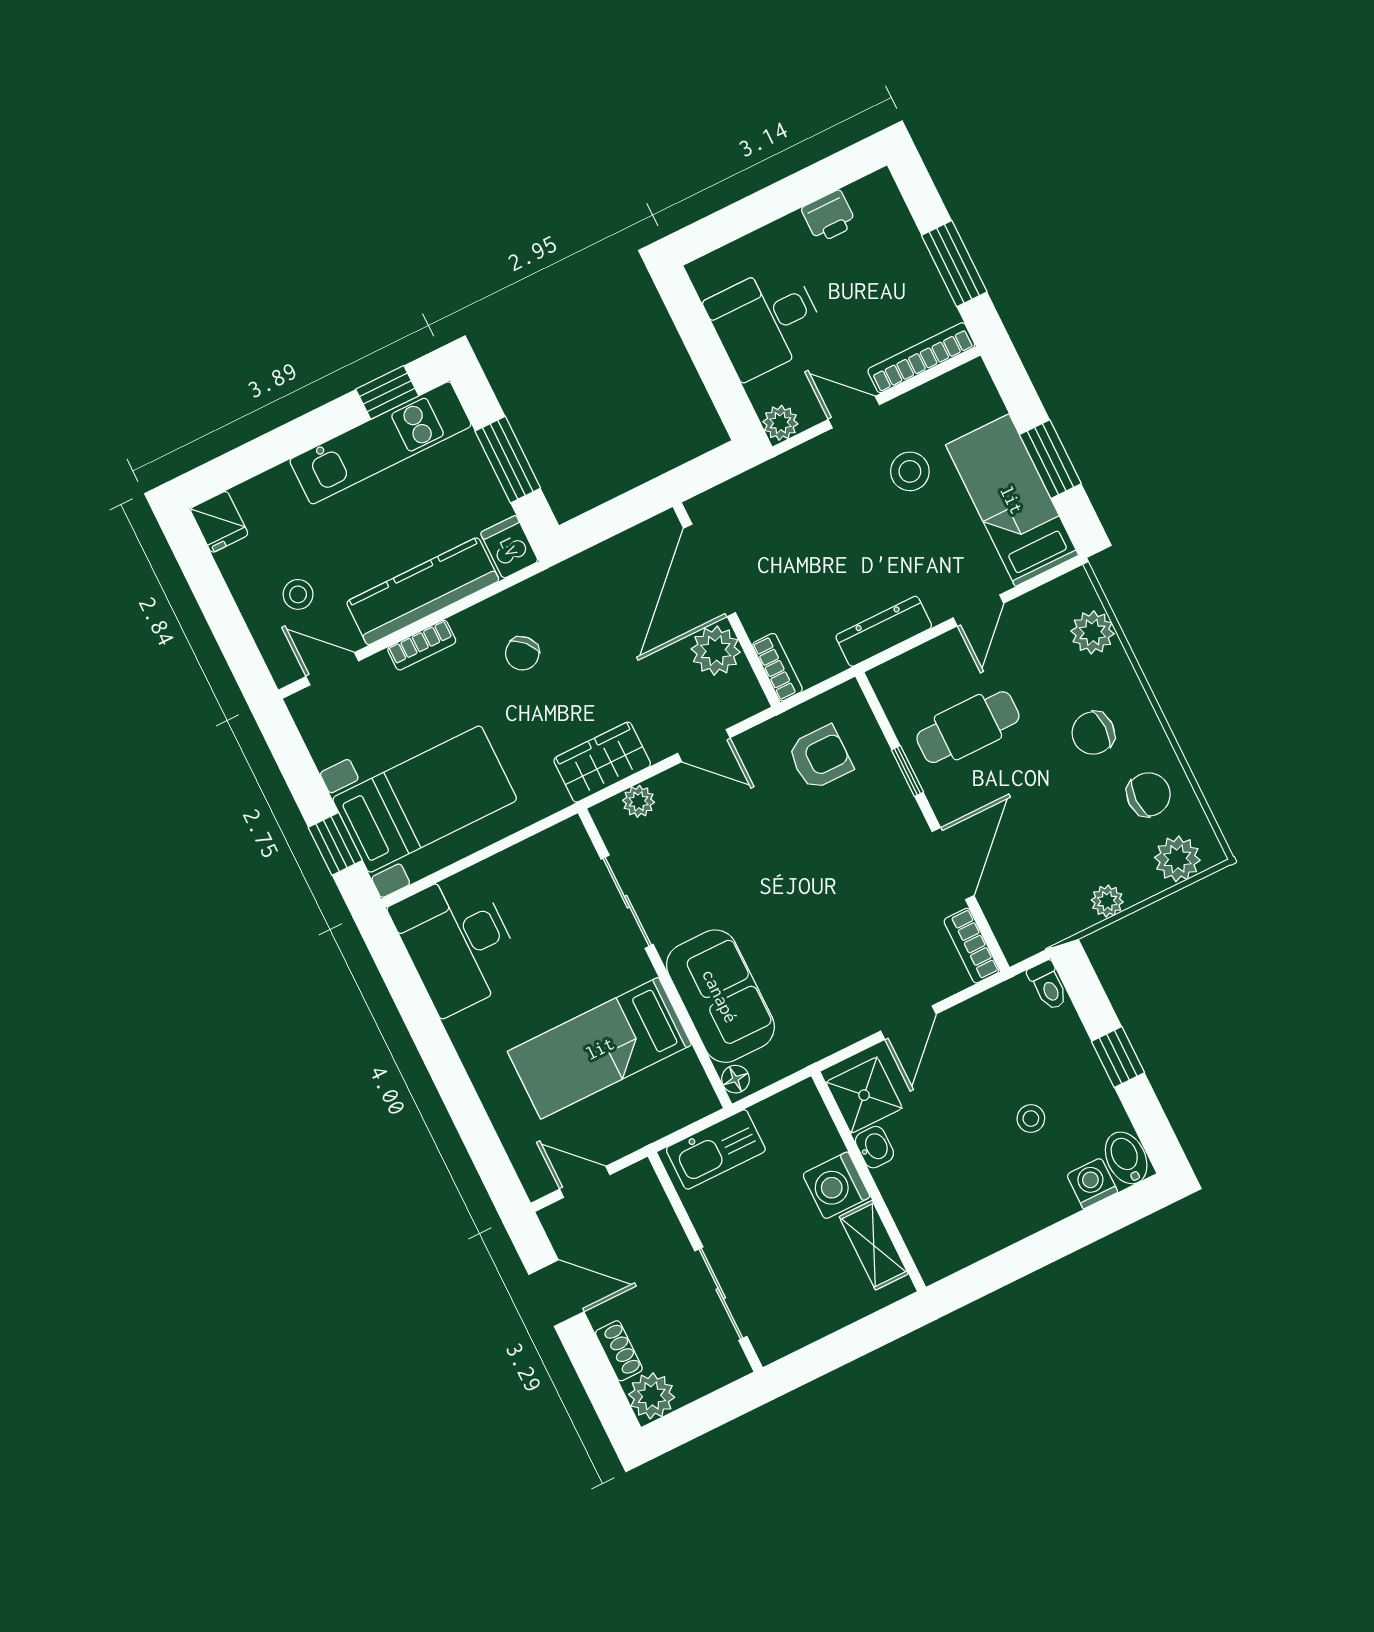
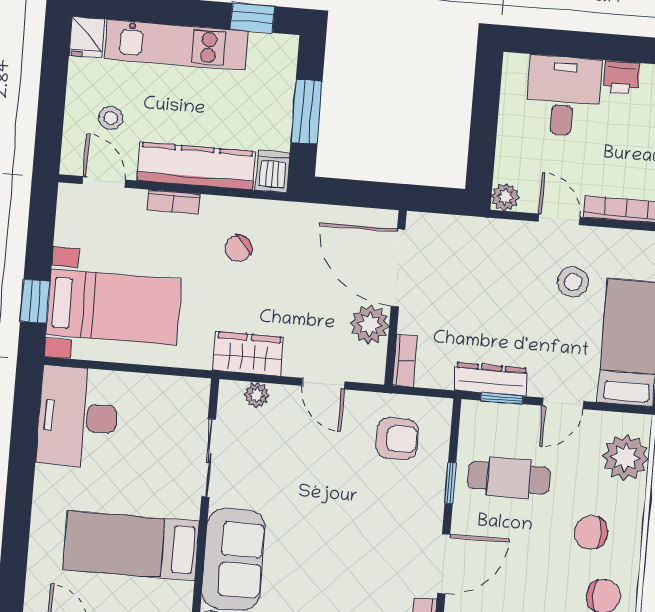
desk: (766, 321) -> (563, 96), moved, turned 90
kitchen unit: (380, 443) -> (176, 45), moved
door: (710, 570) -> (398, 268), hinge flipped
plant: (1092, 632) -> (625, 457), width x1.36, depth x1.36
window: (908, 645) -> (502, 398), added

